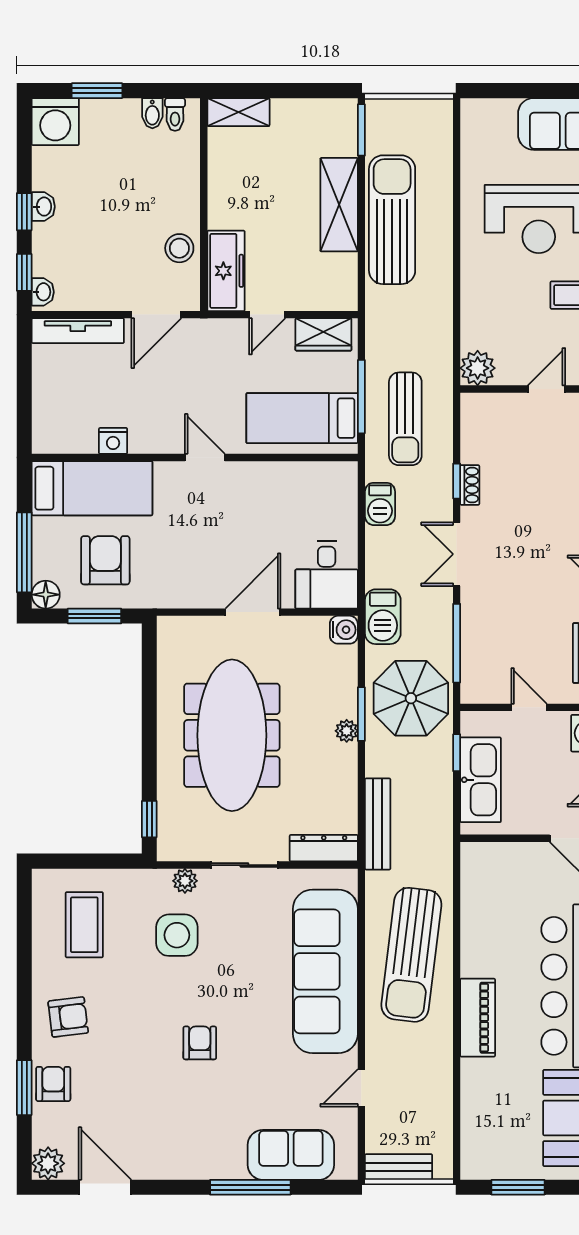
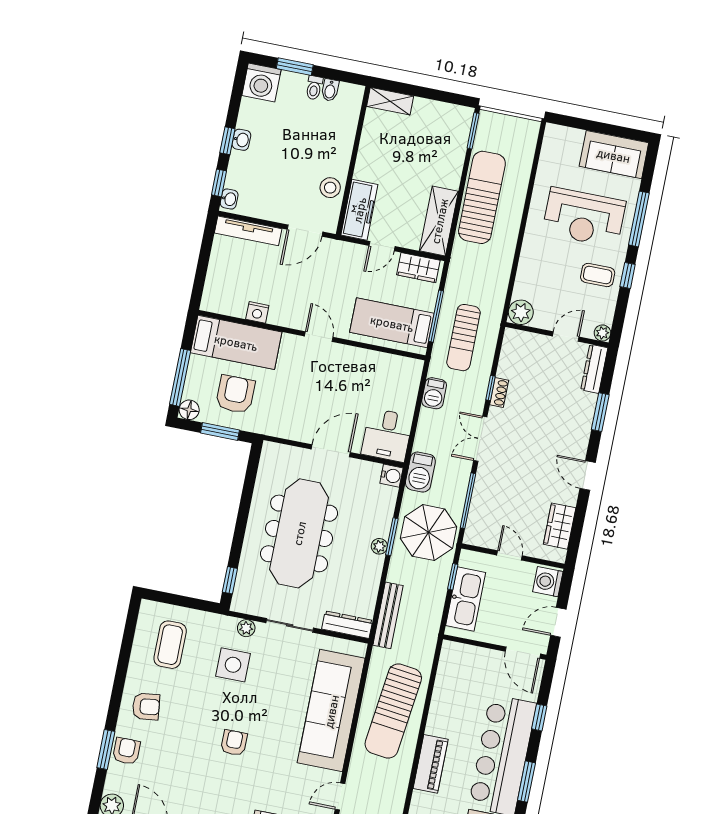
toilet: (175, 114) -> (314, 88), moved
shelving: (339, 205) -> (439, 221), moved

